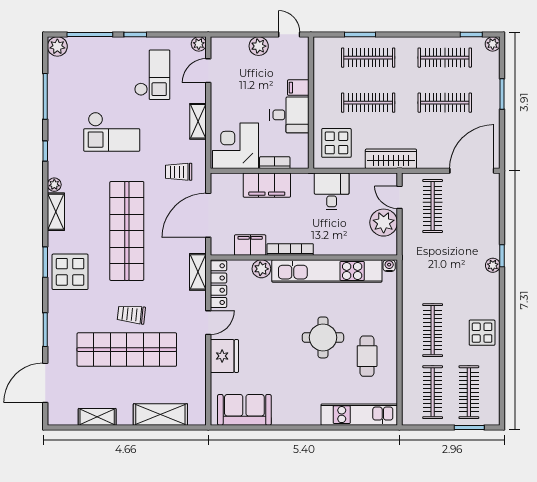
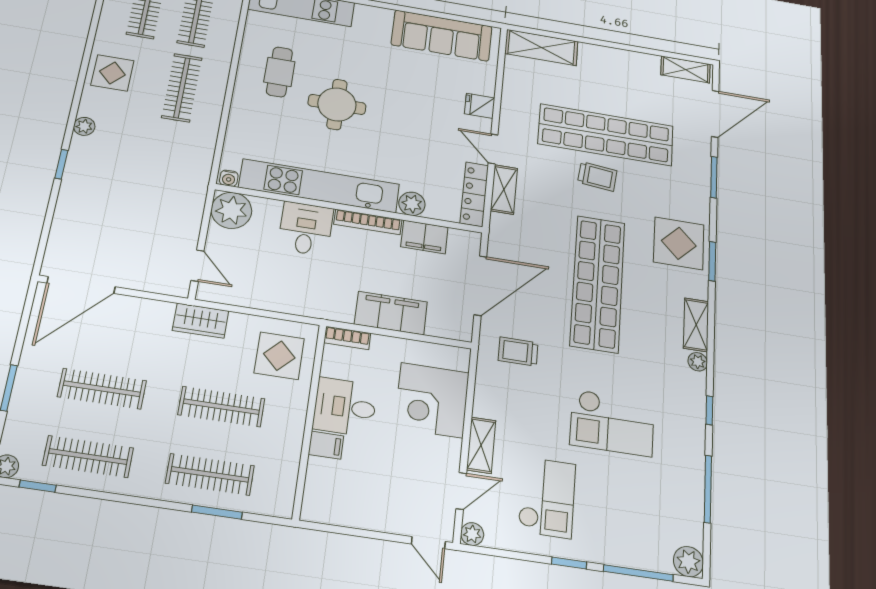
door: (289, 34) -> (428, 543), moved
plant: (259, 46) -> (379, 517), removed
checkout: (152, 75) -> (547, 497), turned 180
shelving: (198, 121) -> (481, 445), moved
checkout: (112, 132) -> (612, 423), turned 180
corner desk: (236, 146) -> (432, 400), moved, turned 90
wardrobe: (391, 159) -> (201, 321), width x0.67
bookcase: (275, 163) -> (347, 338), moved
trolley: (179, 172) -> (518, 352), turned 180
desk: (332, 191) -> (306, 229), moved, turned 180
clothes rail: (433, 206) -> (150, 246), removed
plant: (384, 223) -> (231, 210), moved
plant: (493, 265) -> (84, 126), moved
shelving: (198, 272) -> (504, 189), moved
door: (208, 323) -> (493, 149), hinge flipped
fridge: (224, 356) -> (480, 106), width x0.53, depth x0.75
sofa: (244, 410) -> (442, 36), width x1.36
shelving: (160, 415) -> (541, 47), moved
shelving: (97, 417) -> (685, 70), moved

